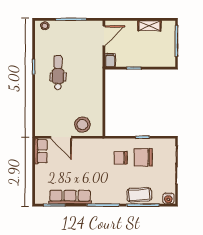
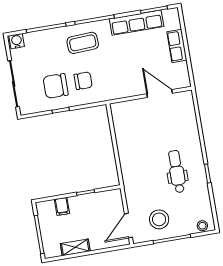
filing cabinet: (110, 60) -> (62, 206), moved
dental chair: (58, 73) -> (177, 171), turned 180
stool: (82, 125) -> (159, 219), moved
row of seats: (41, 151) -> (177, 46), moved
chair: (143, 157) -> (56, 86), turned 180
coffee table: (139, 195) -> (83, 43), moved

